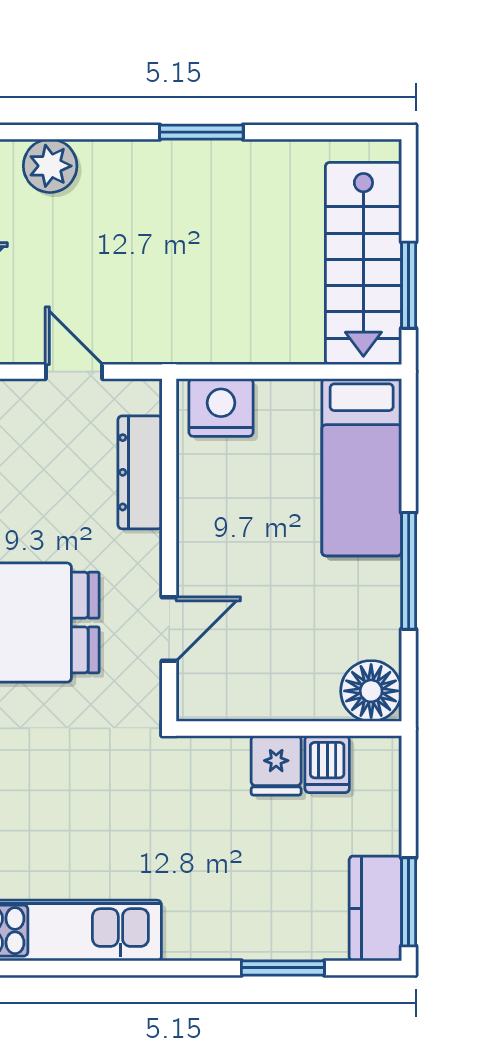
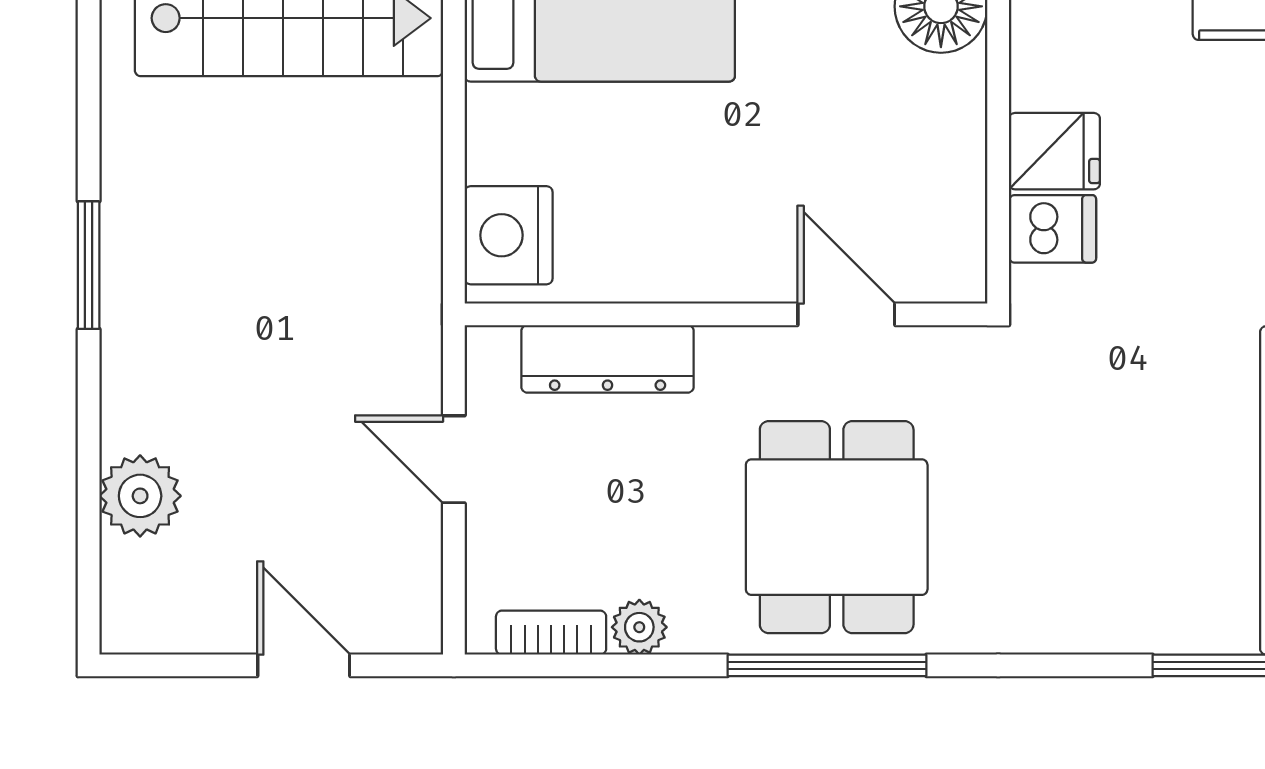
door: (74, 372) -> (454, 459), hinge flipped
dishwasher: (327, 764) -> (1053, 229), moved

